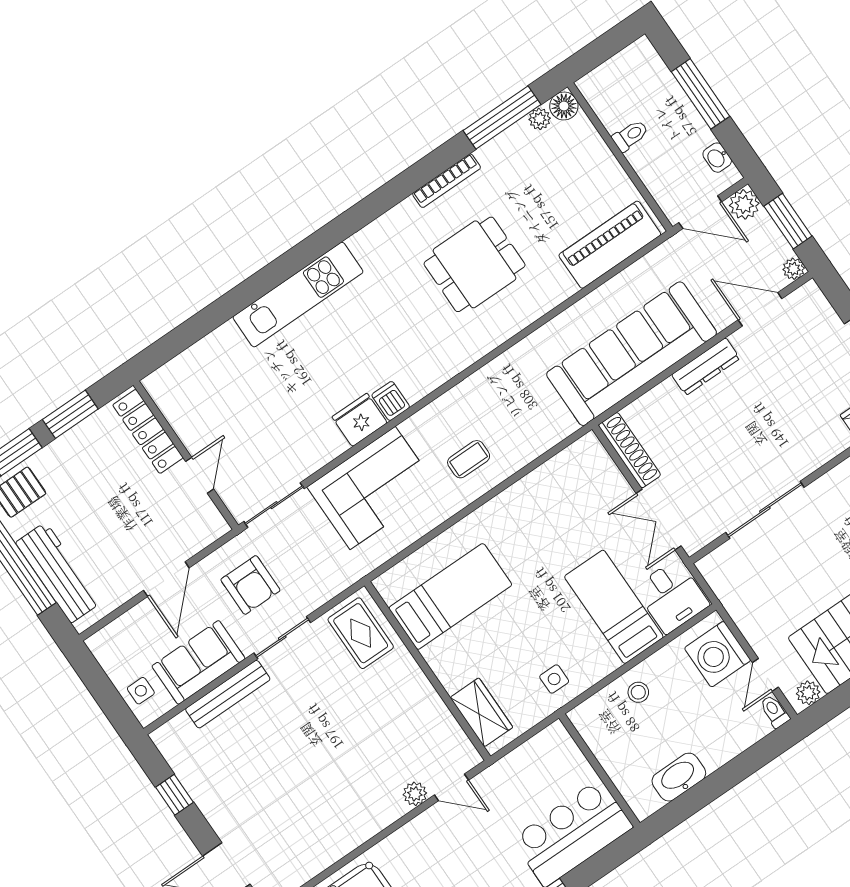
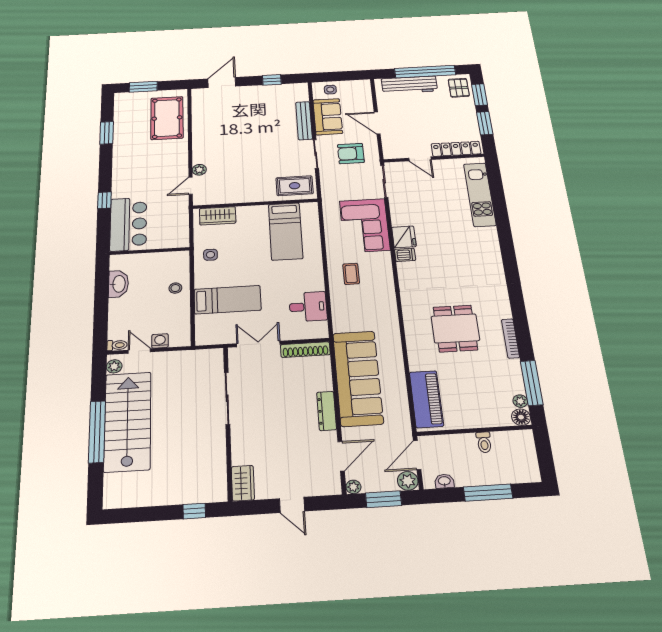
kitchen unit: (298, 295) -> (480, 194), moved
desk: (672, 596) -> (308, 307), moved, turned 180
washing machine: (718, 654) -> (160, 341), width x0.53, depth x0.53

